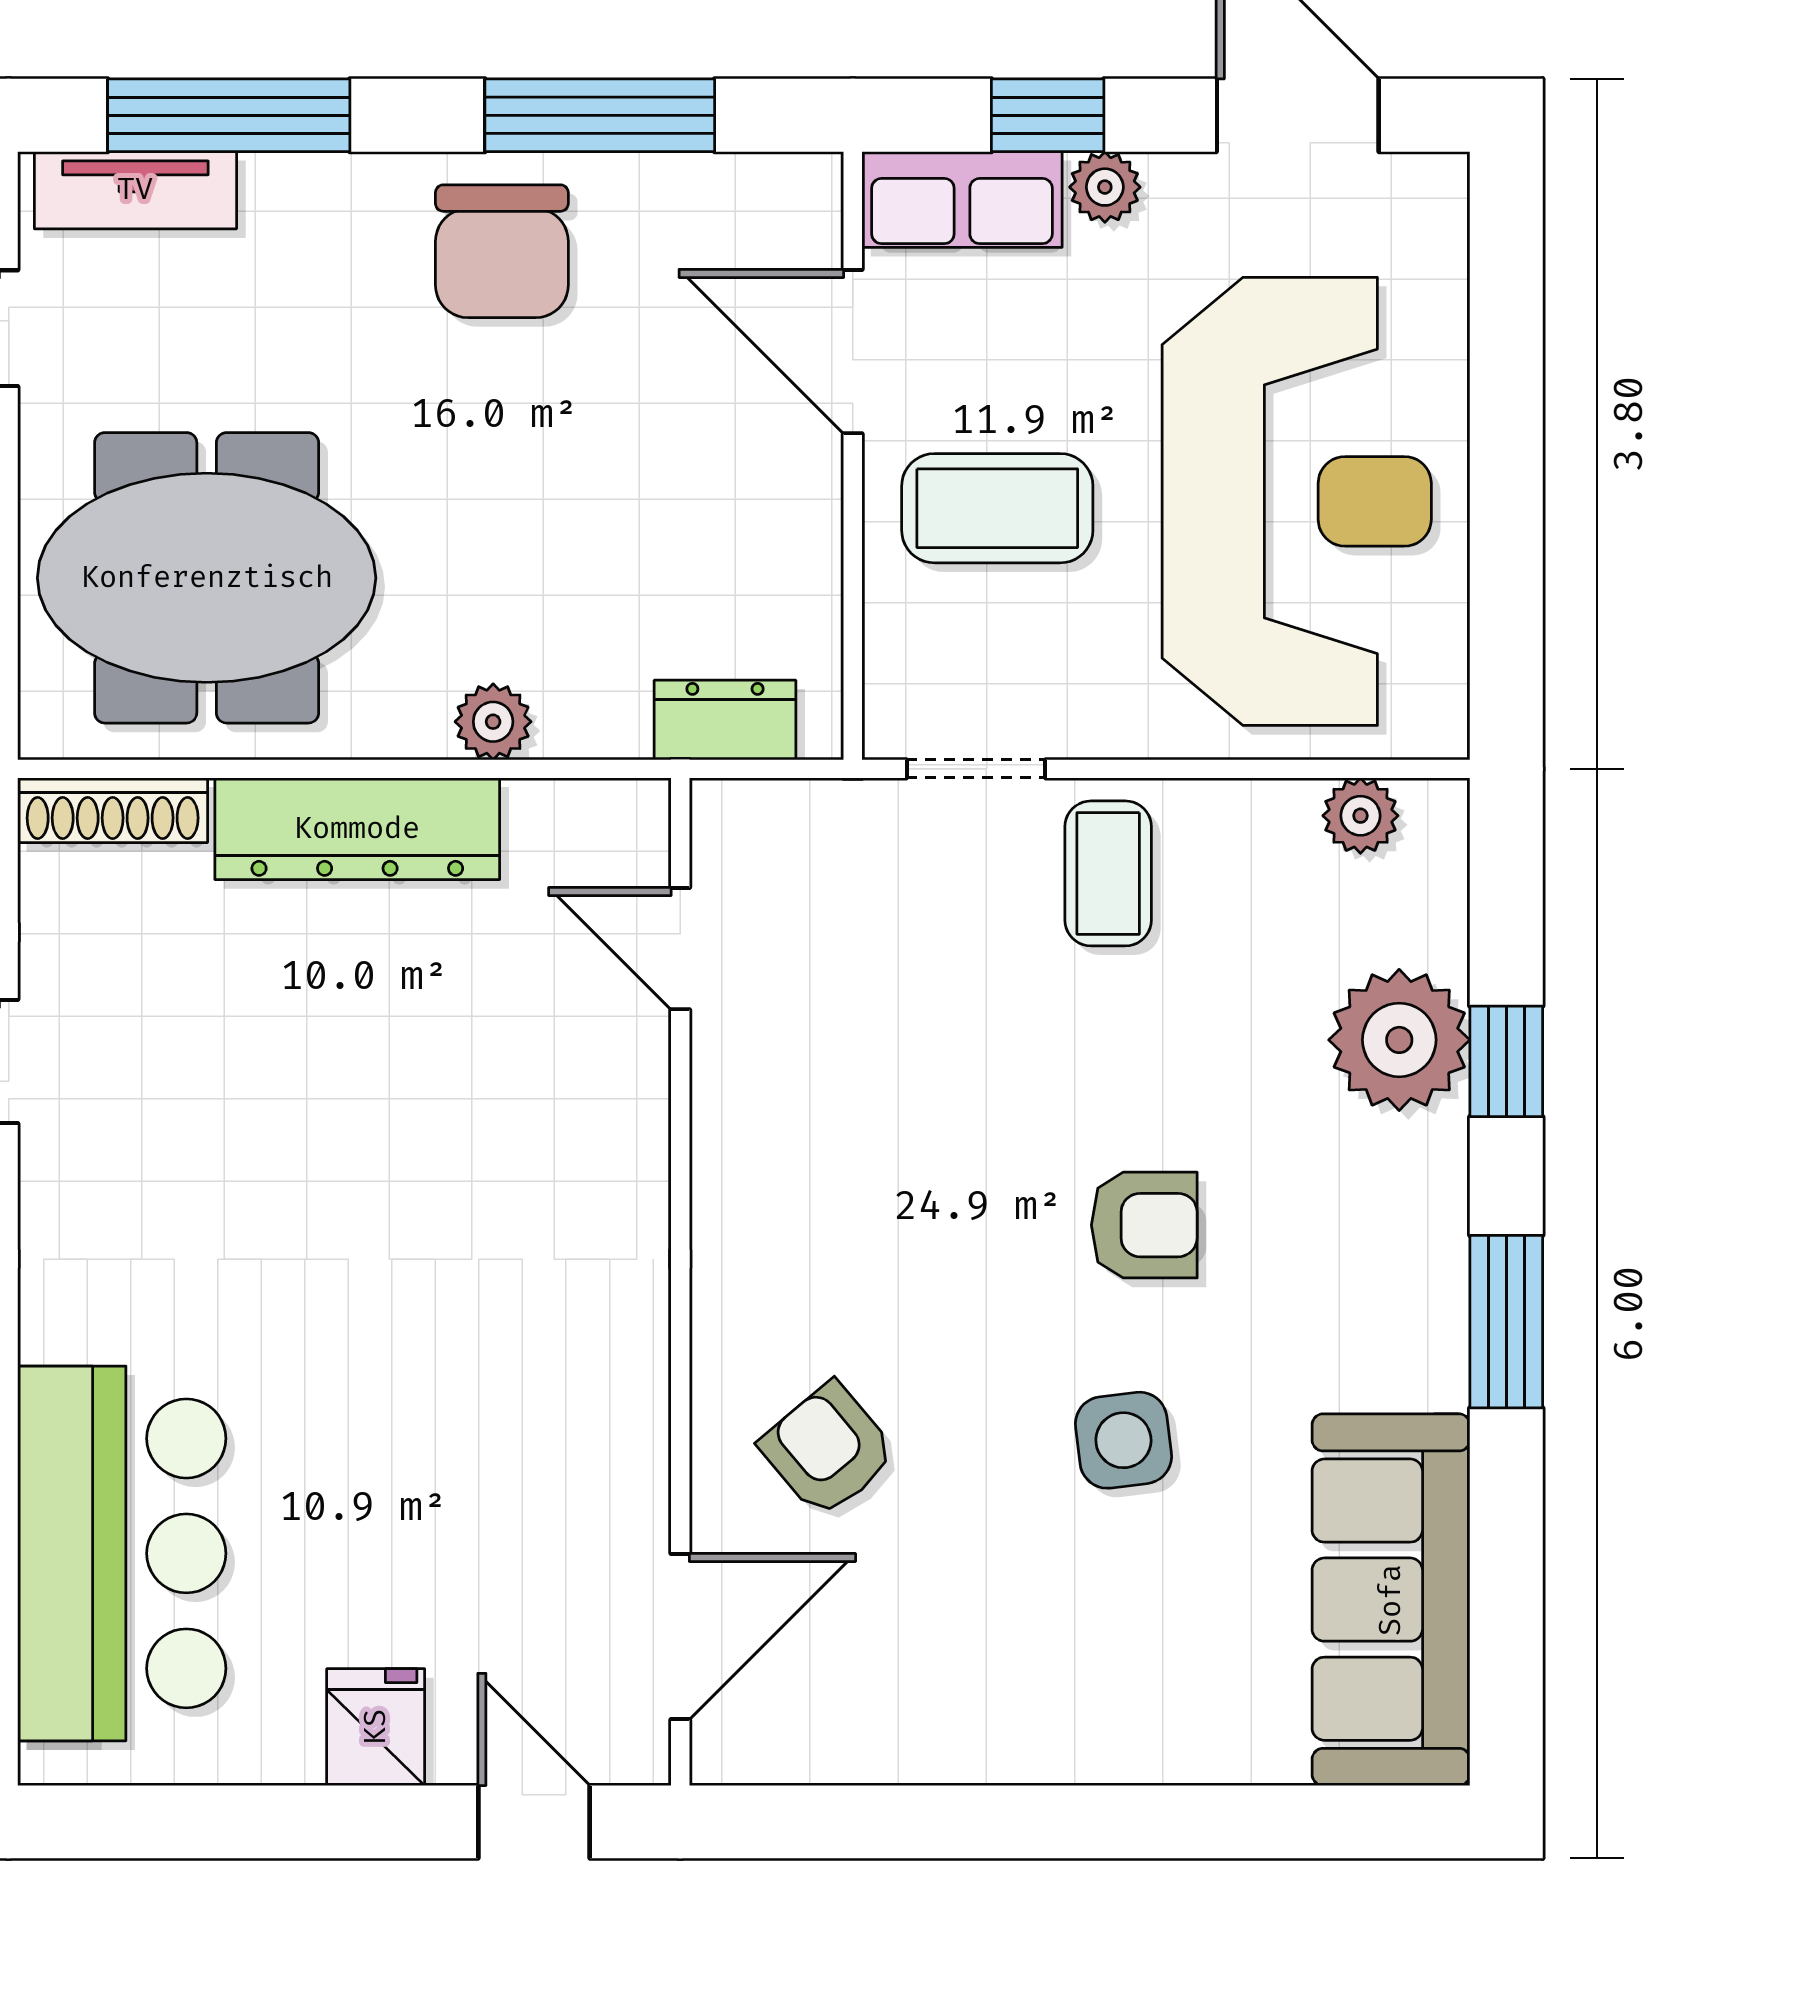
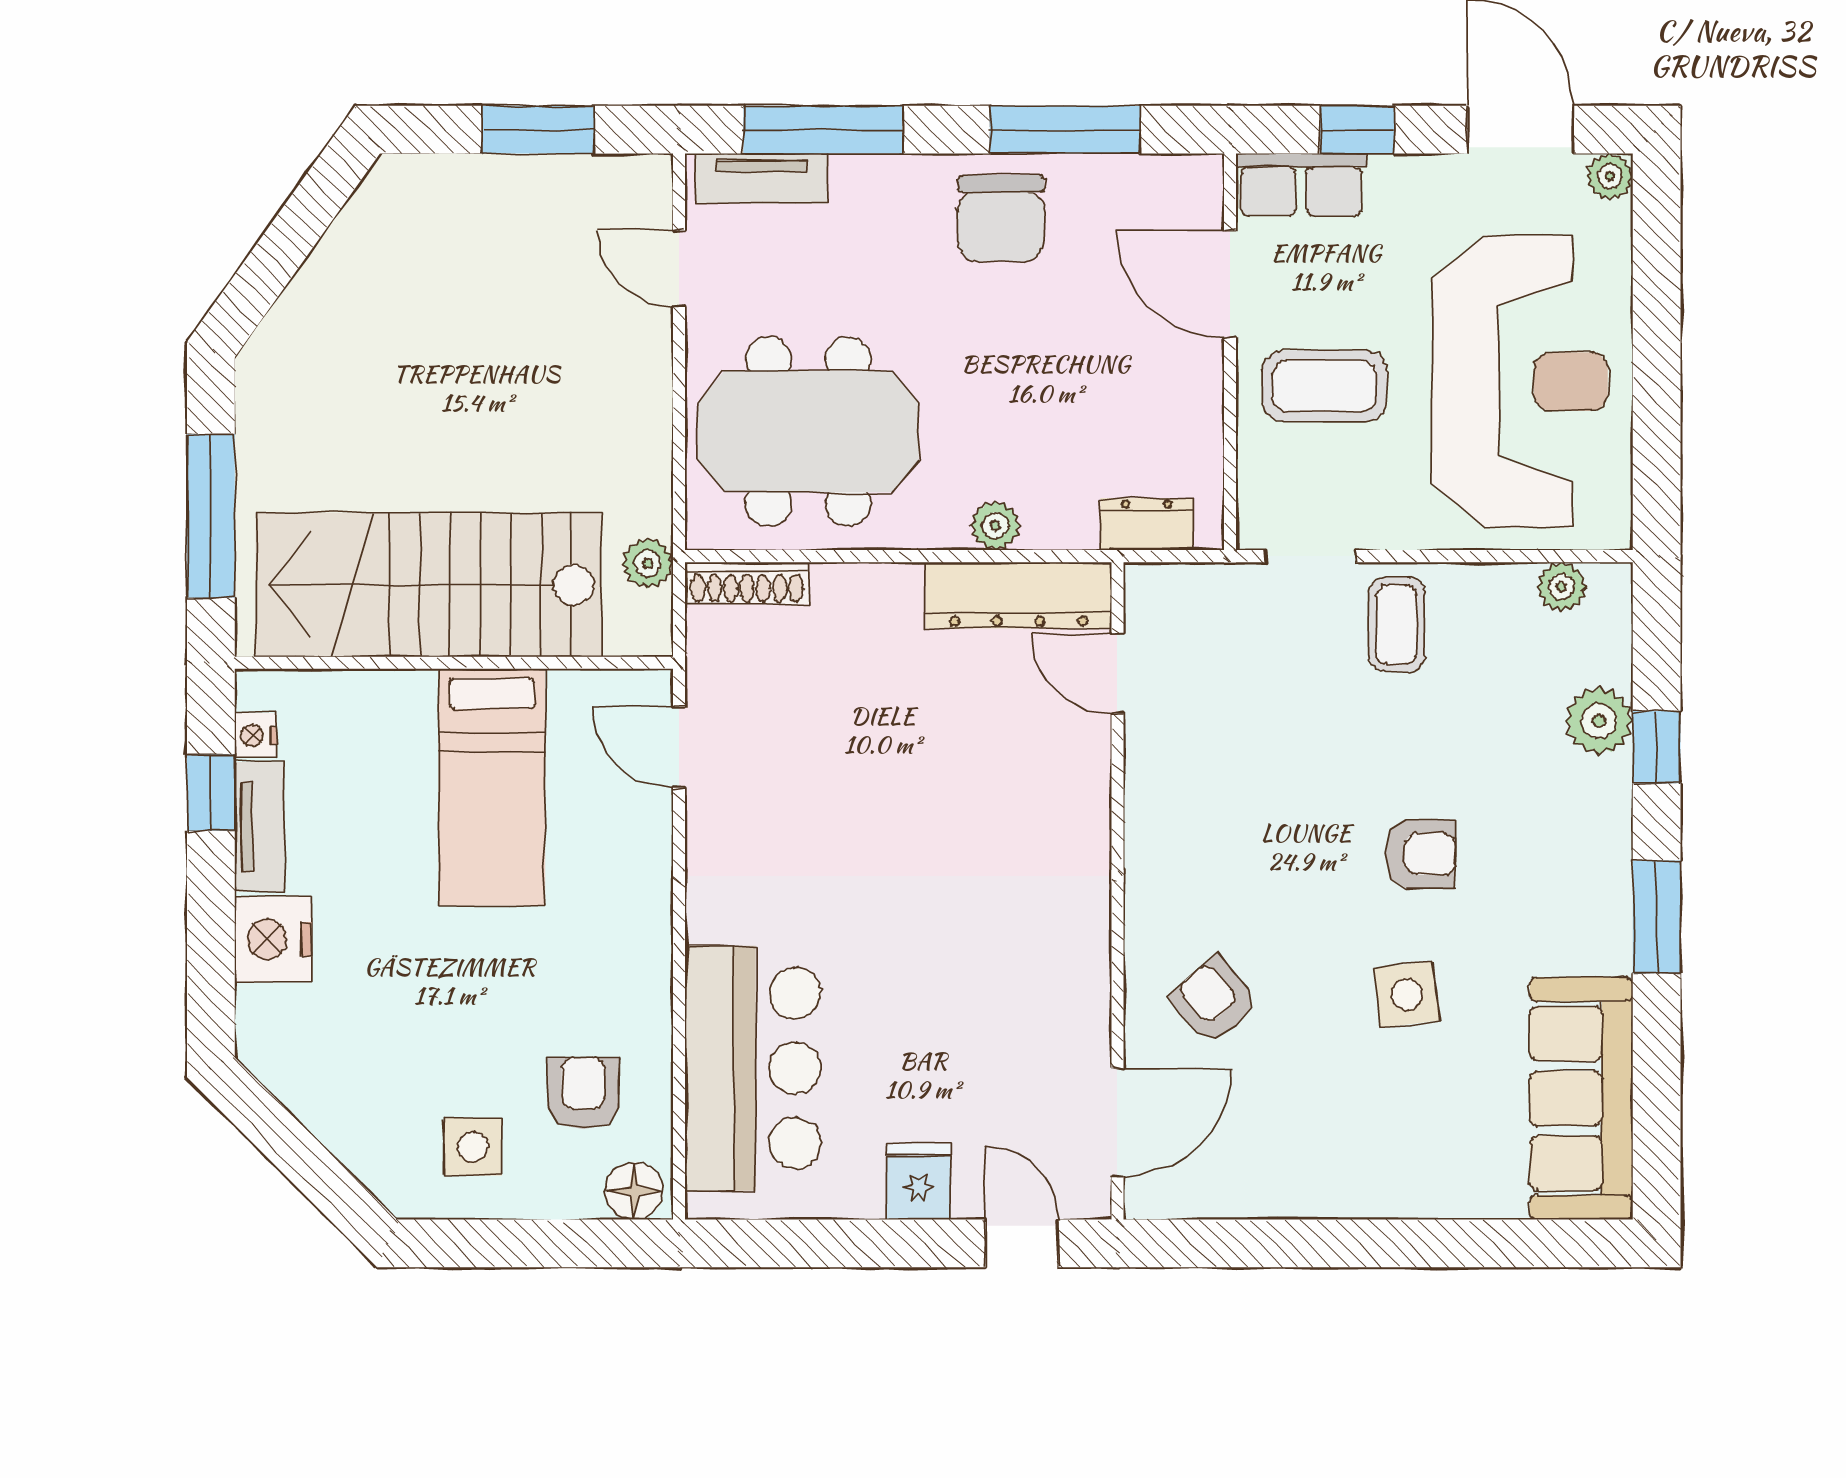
plant: (1105, 187) -> (1610, 176), moved
dresser: (357, 829) -> (1019, 595), moved
plant: (1399, 1040) -> (1599, 721), width x0.73, depth x0.73

